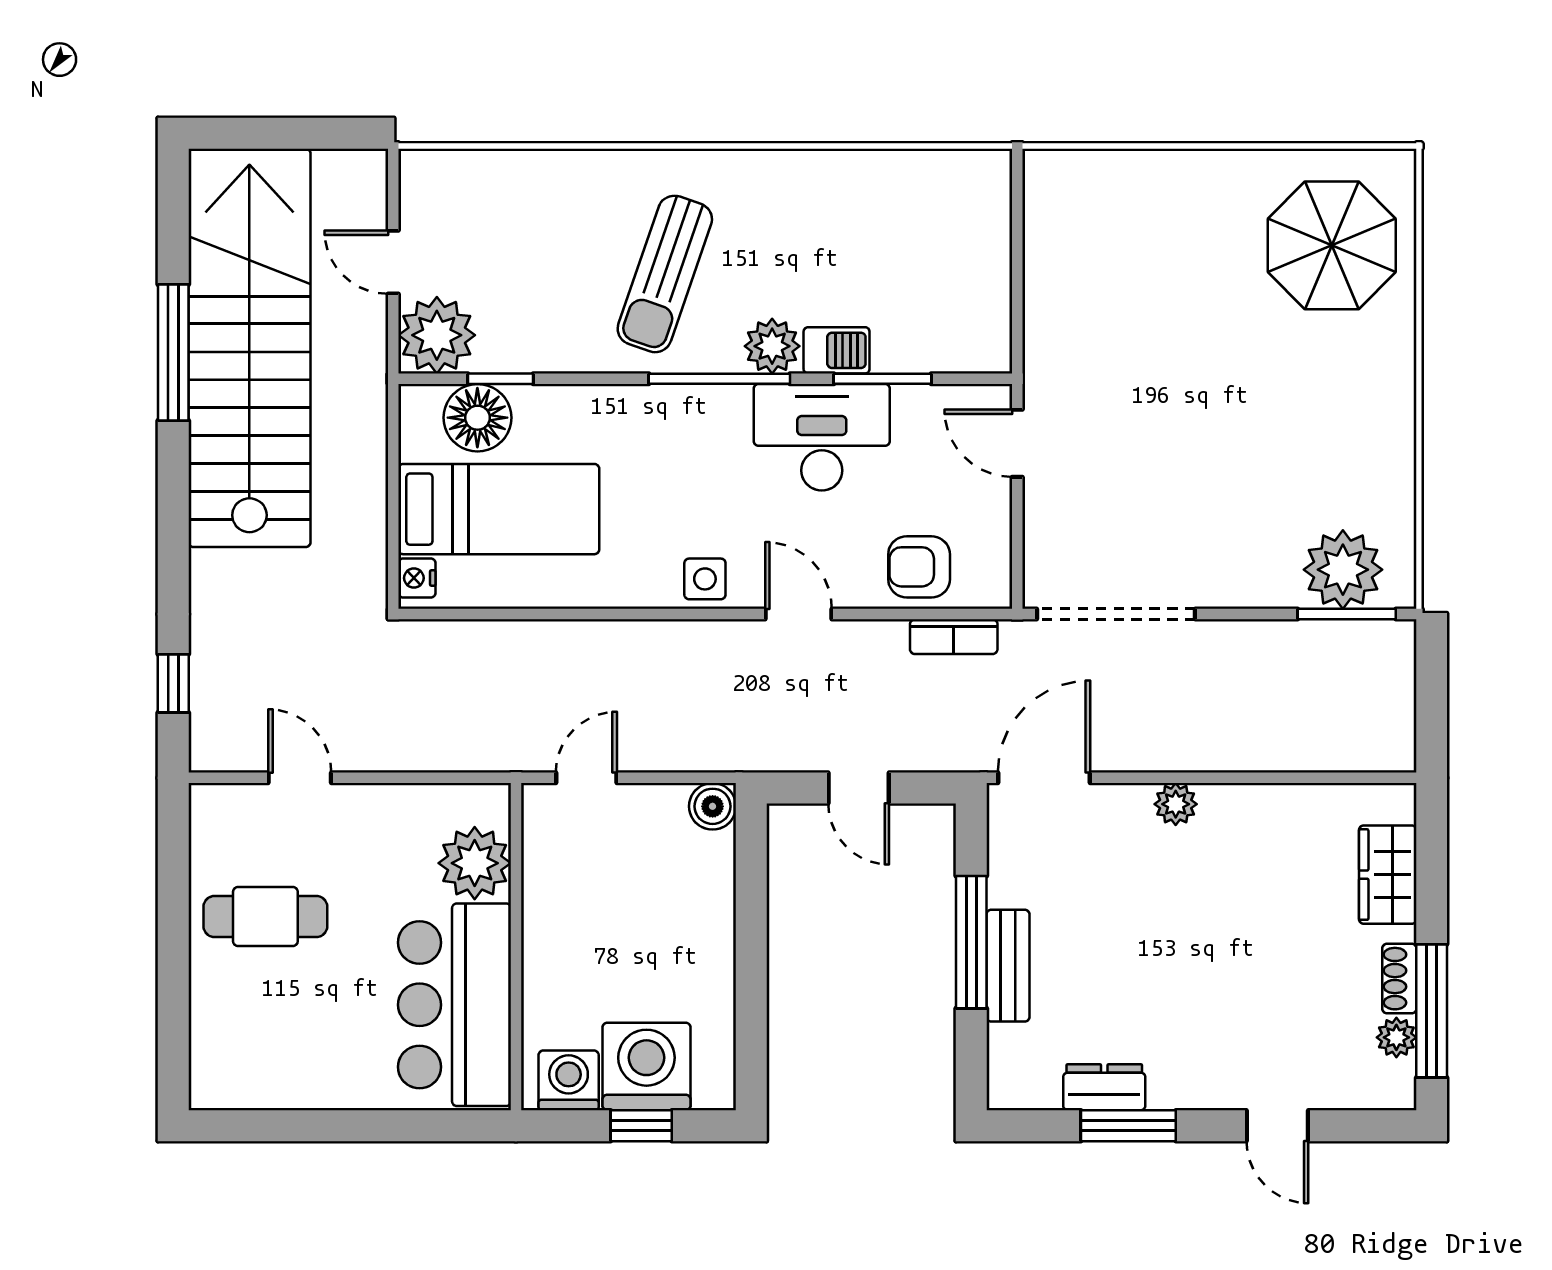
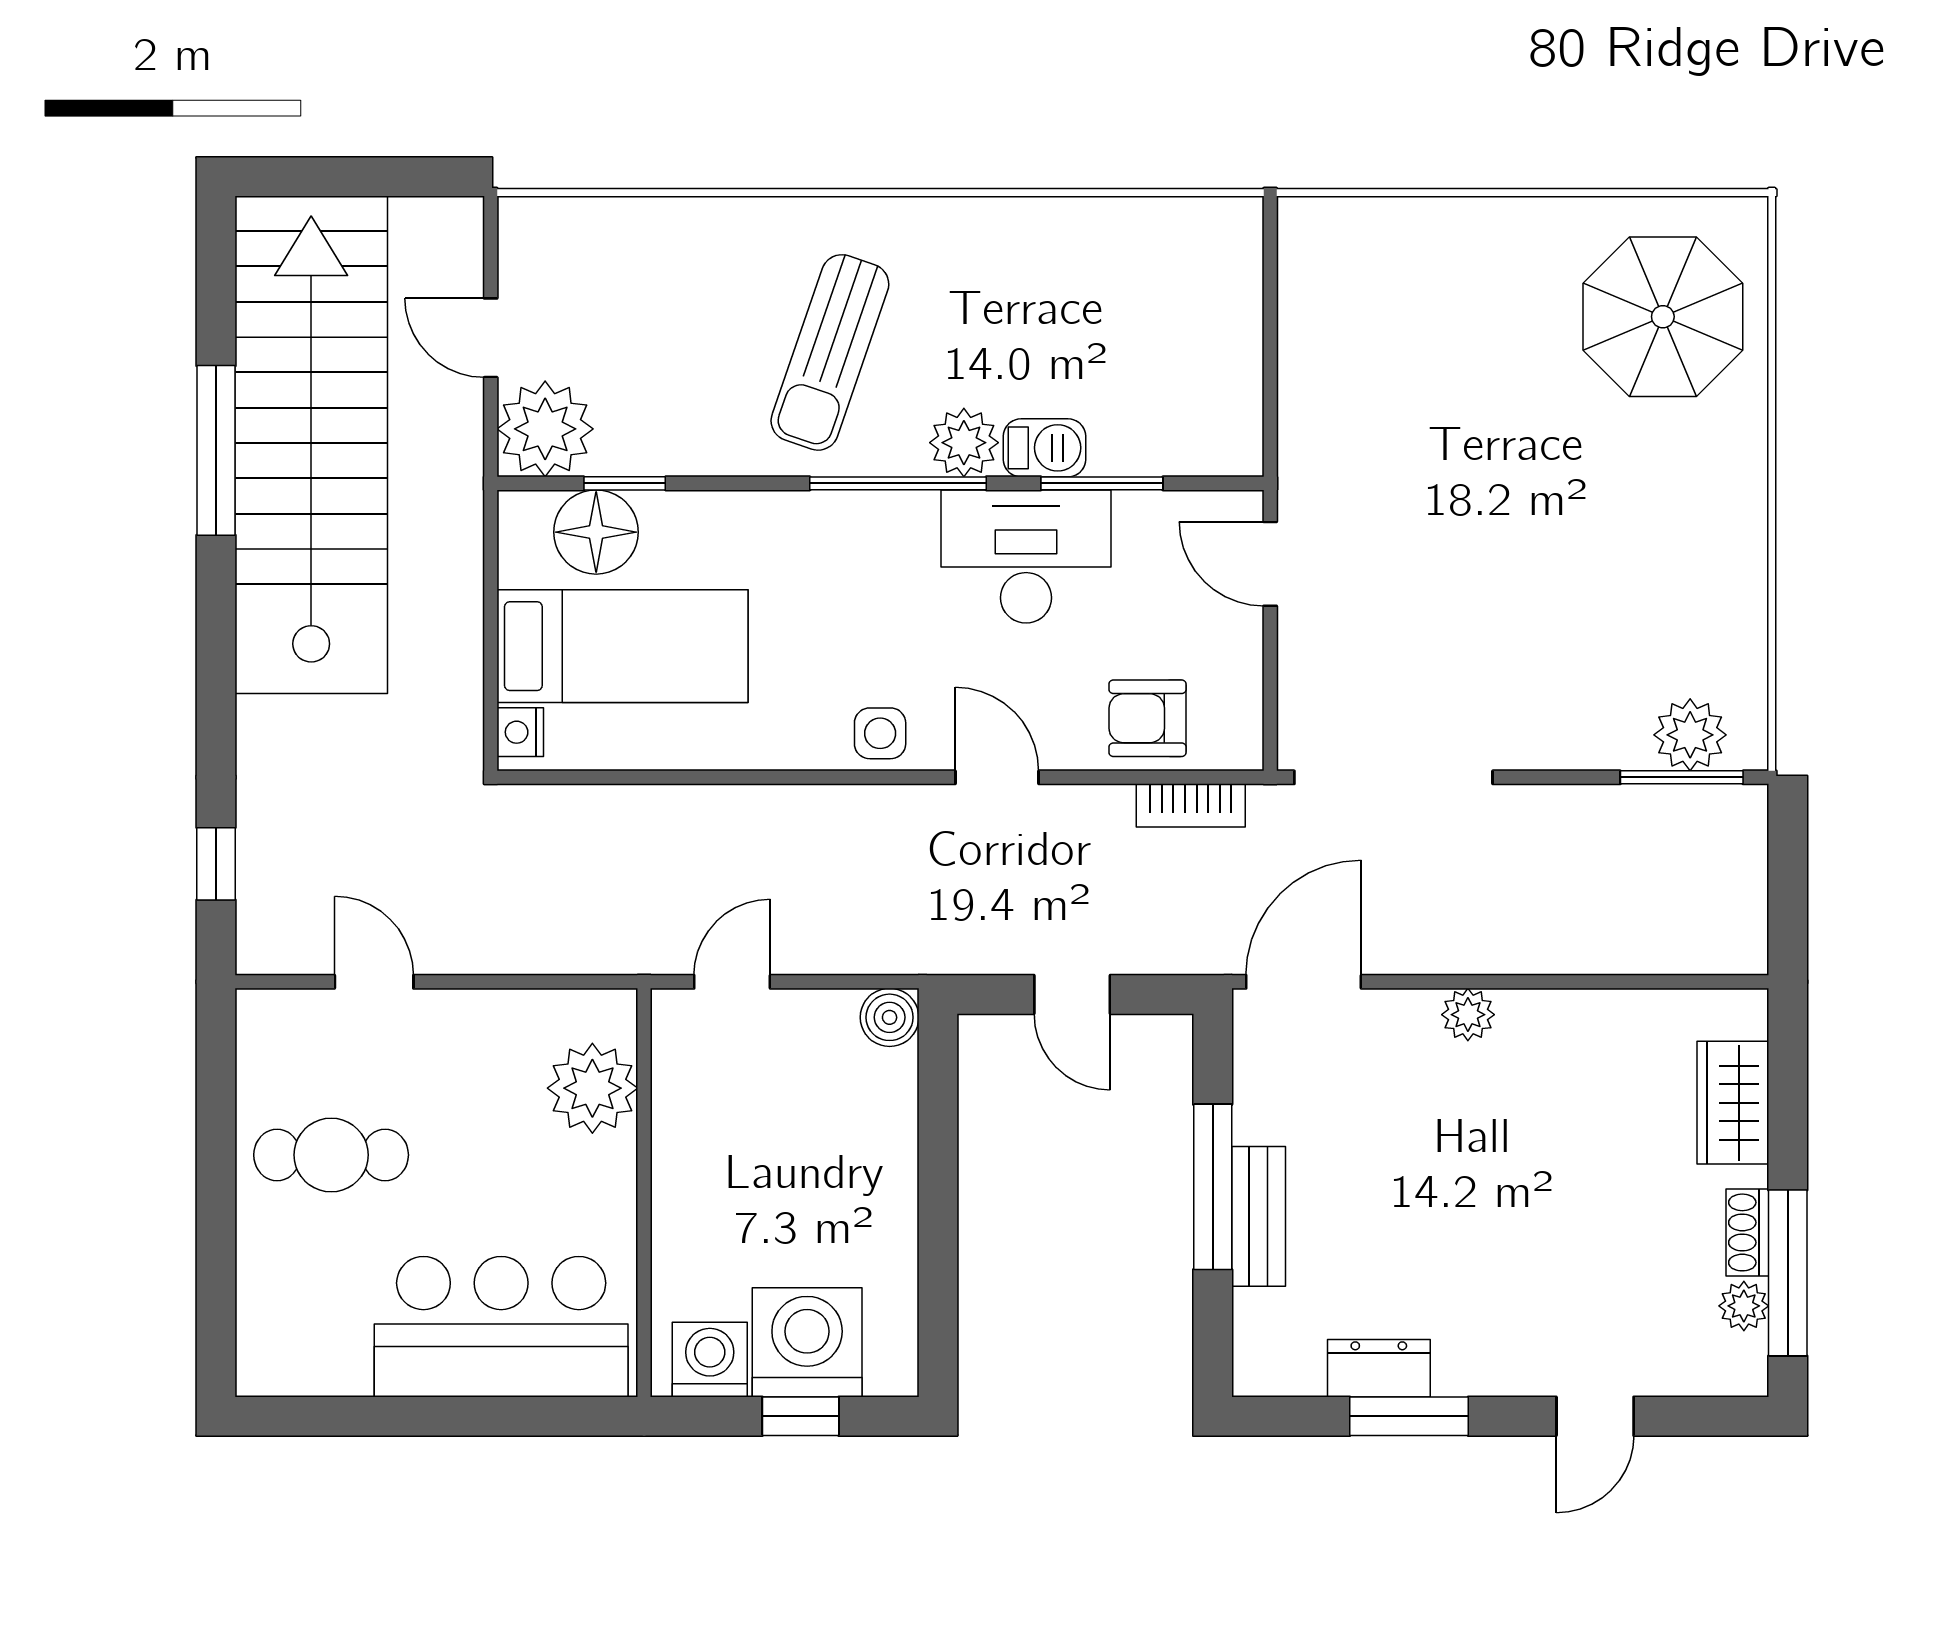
plant: (1343, 570) -> (1690, 735), width x0.73, depth x0.73
bar counter: (454, 1005) -> (501, 1327), moved, turned 90
door: (1277, 1126) -> (1595, 1416), hinge flipped

